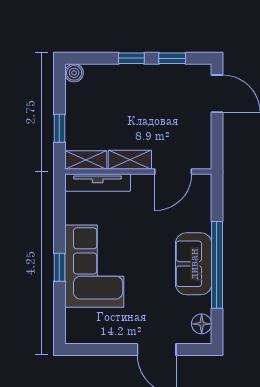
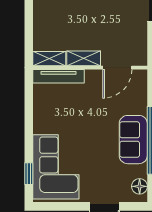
window: (59, 128) -> (29, 34), removed
corner sofa: (94, 266) -> (56, 167), moved
window: (59, 267) -> (29, 174), moved

